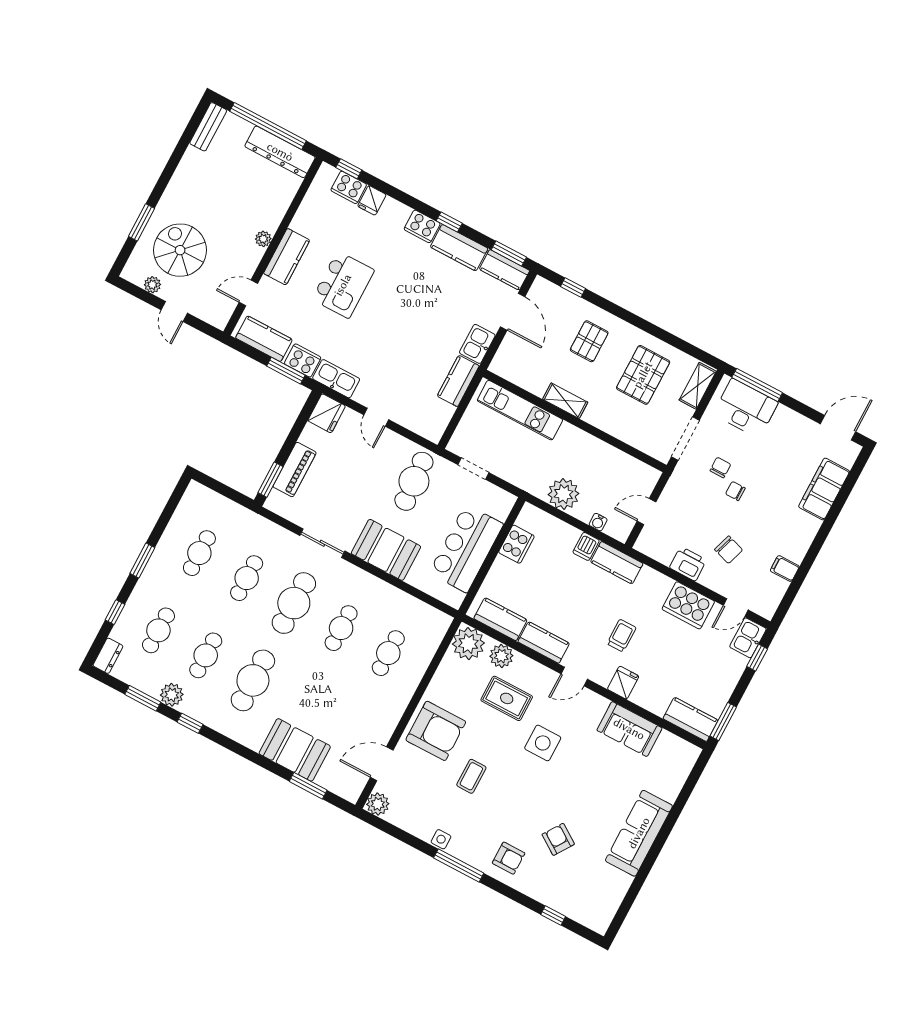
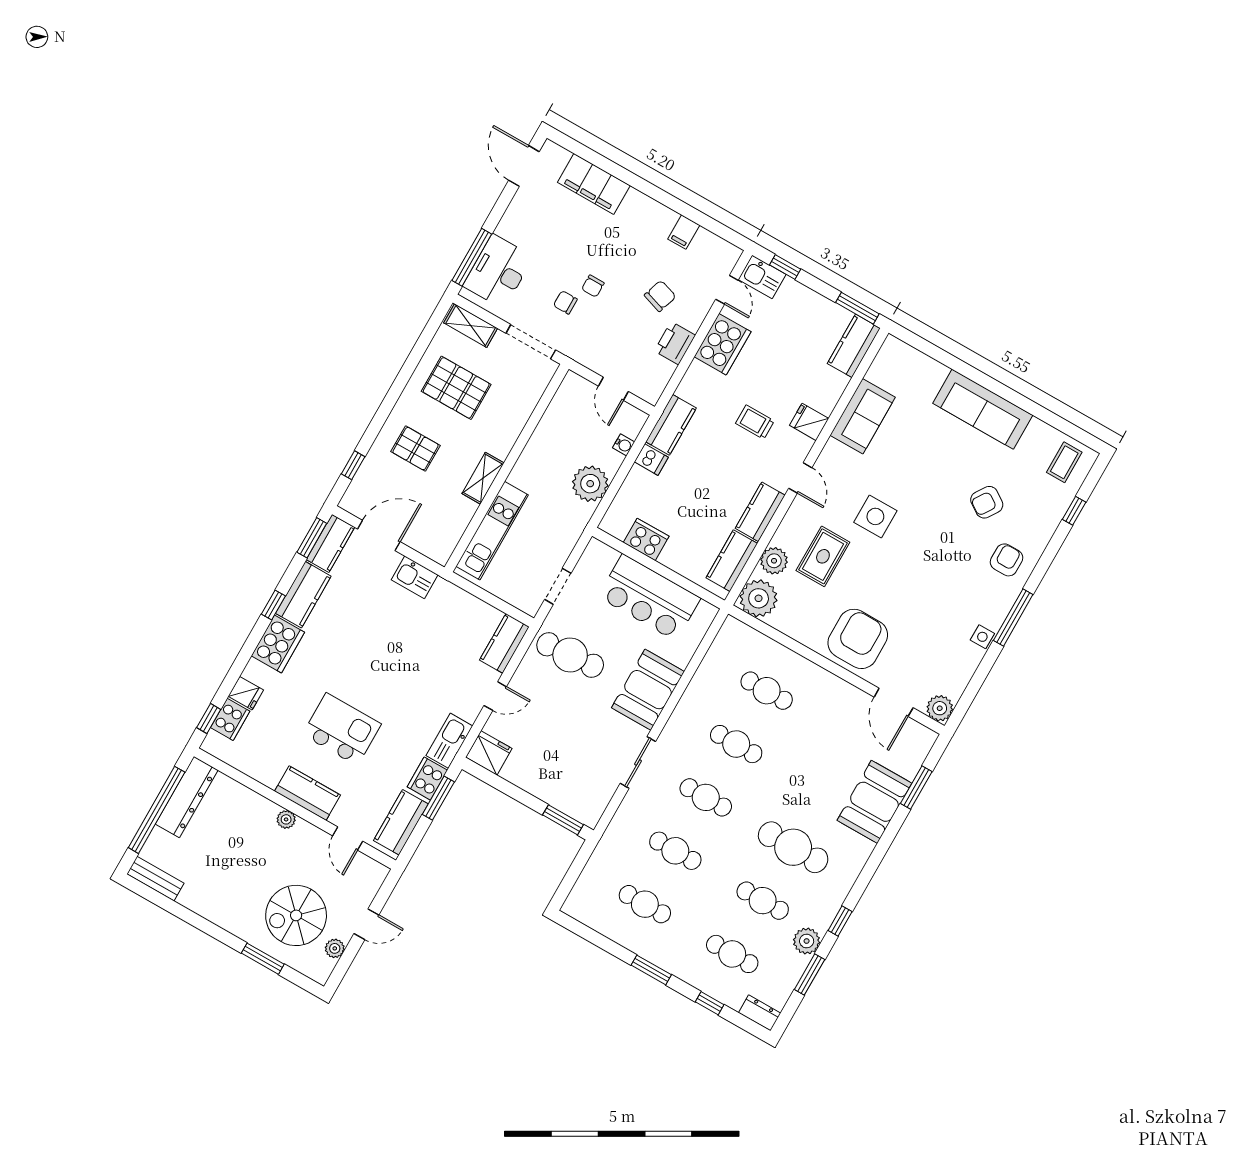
cooker: (422, 226) -> (278, 644), width x1.37, depth x1.31
kitchen counter: (458, 381) -> (504, 643), moved, turned 90
piano: (295, 470) -> (552, 792), removed
cafe table: (294, 603) -> (706, 797), width x0.73, depth x0.74
coffee table: (471, 776) -> (1064, 462), moved, turned 90

